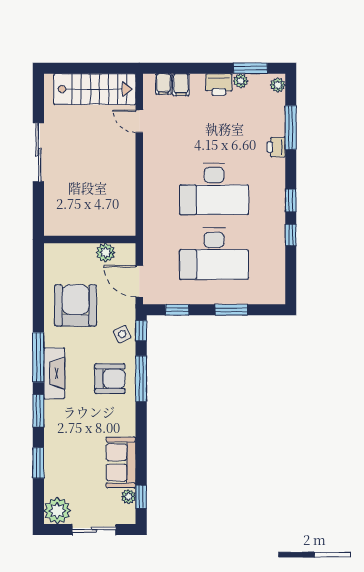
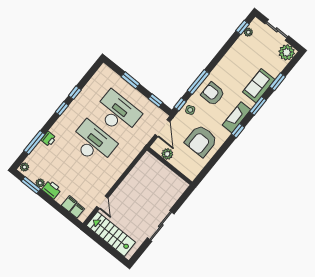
window: (38, 357) -> (238, 131), width x0.46
sofa: (121, 462) -> (259, 86), moved, turned 180

